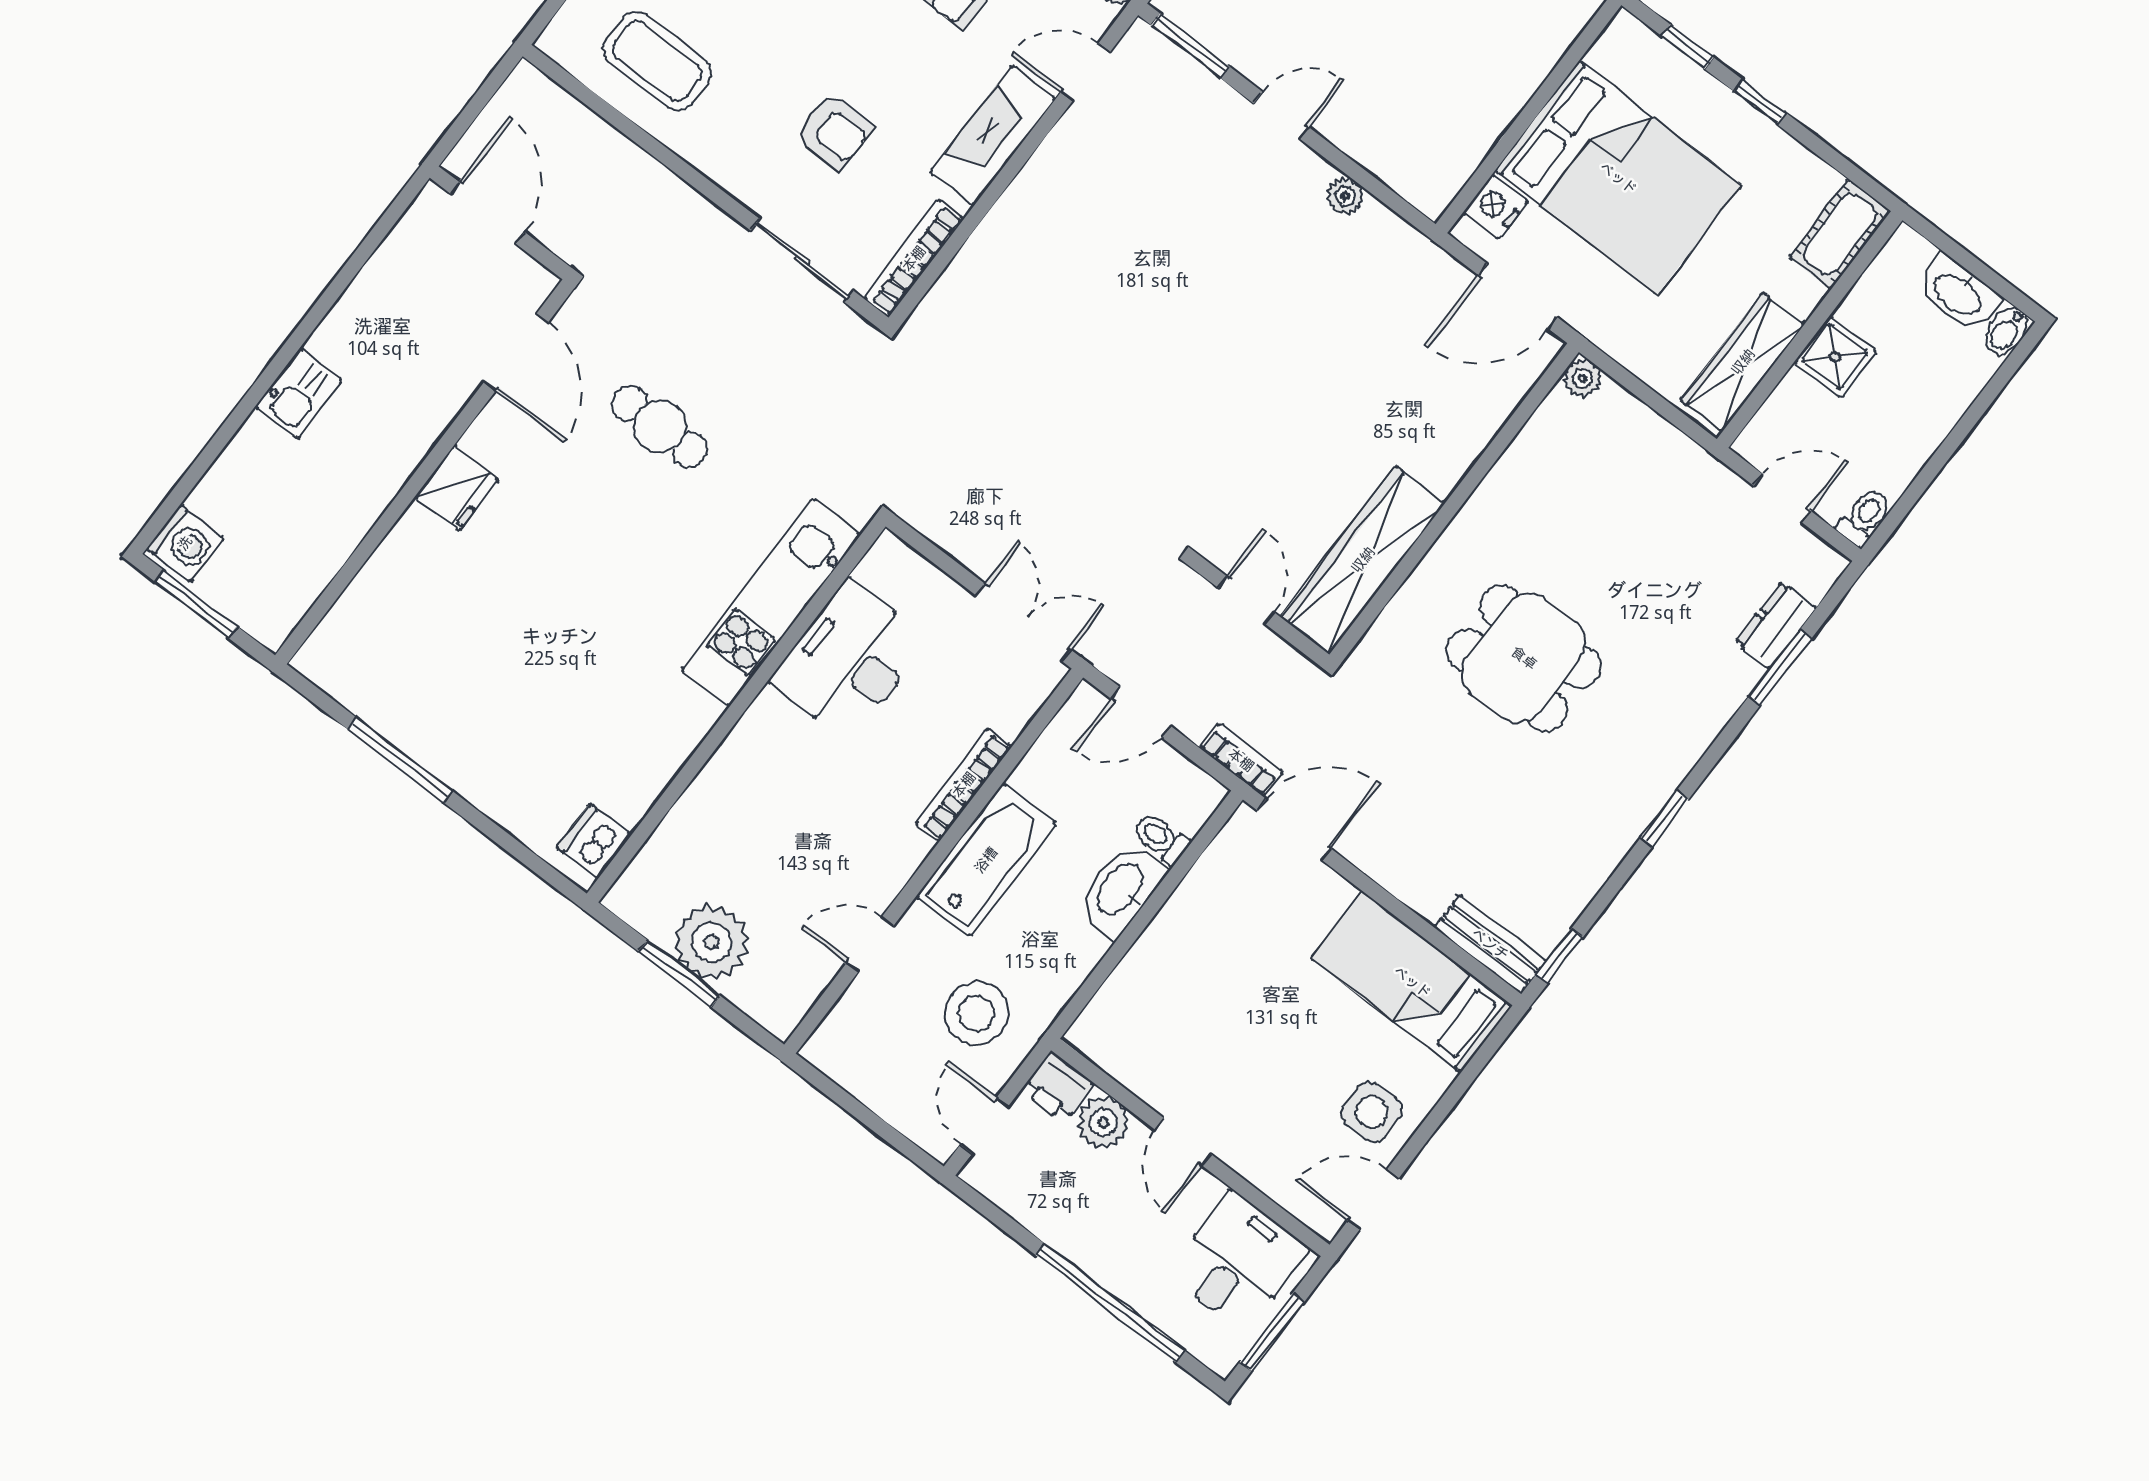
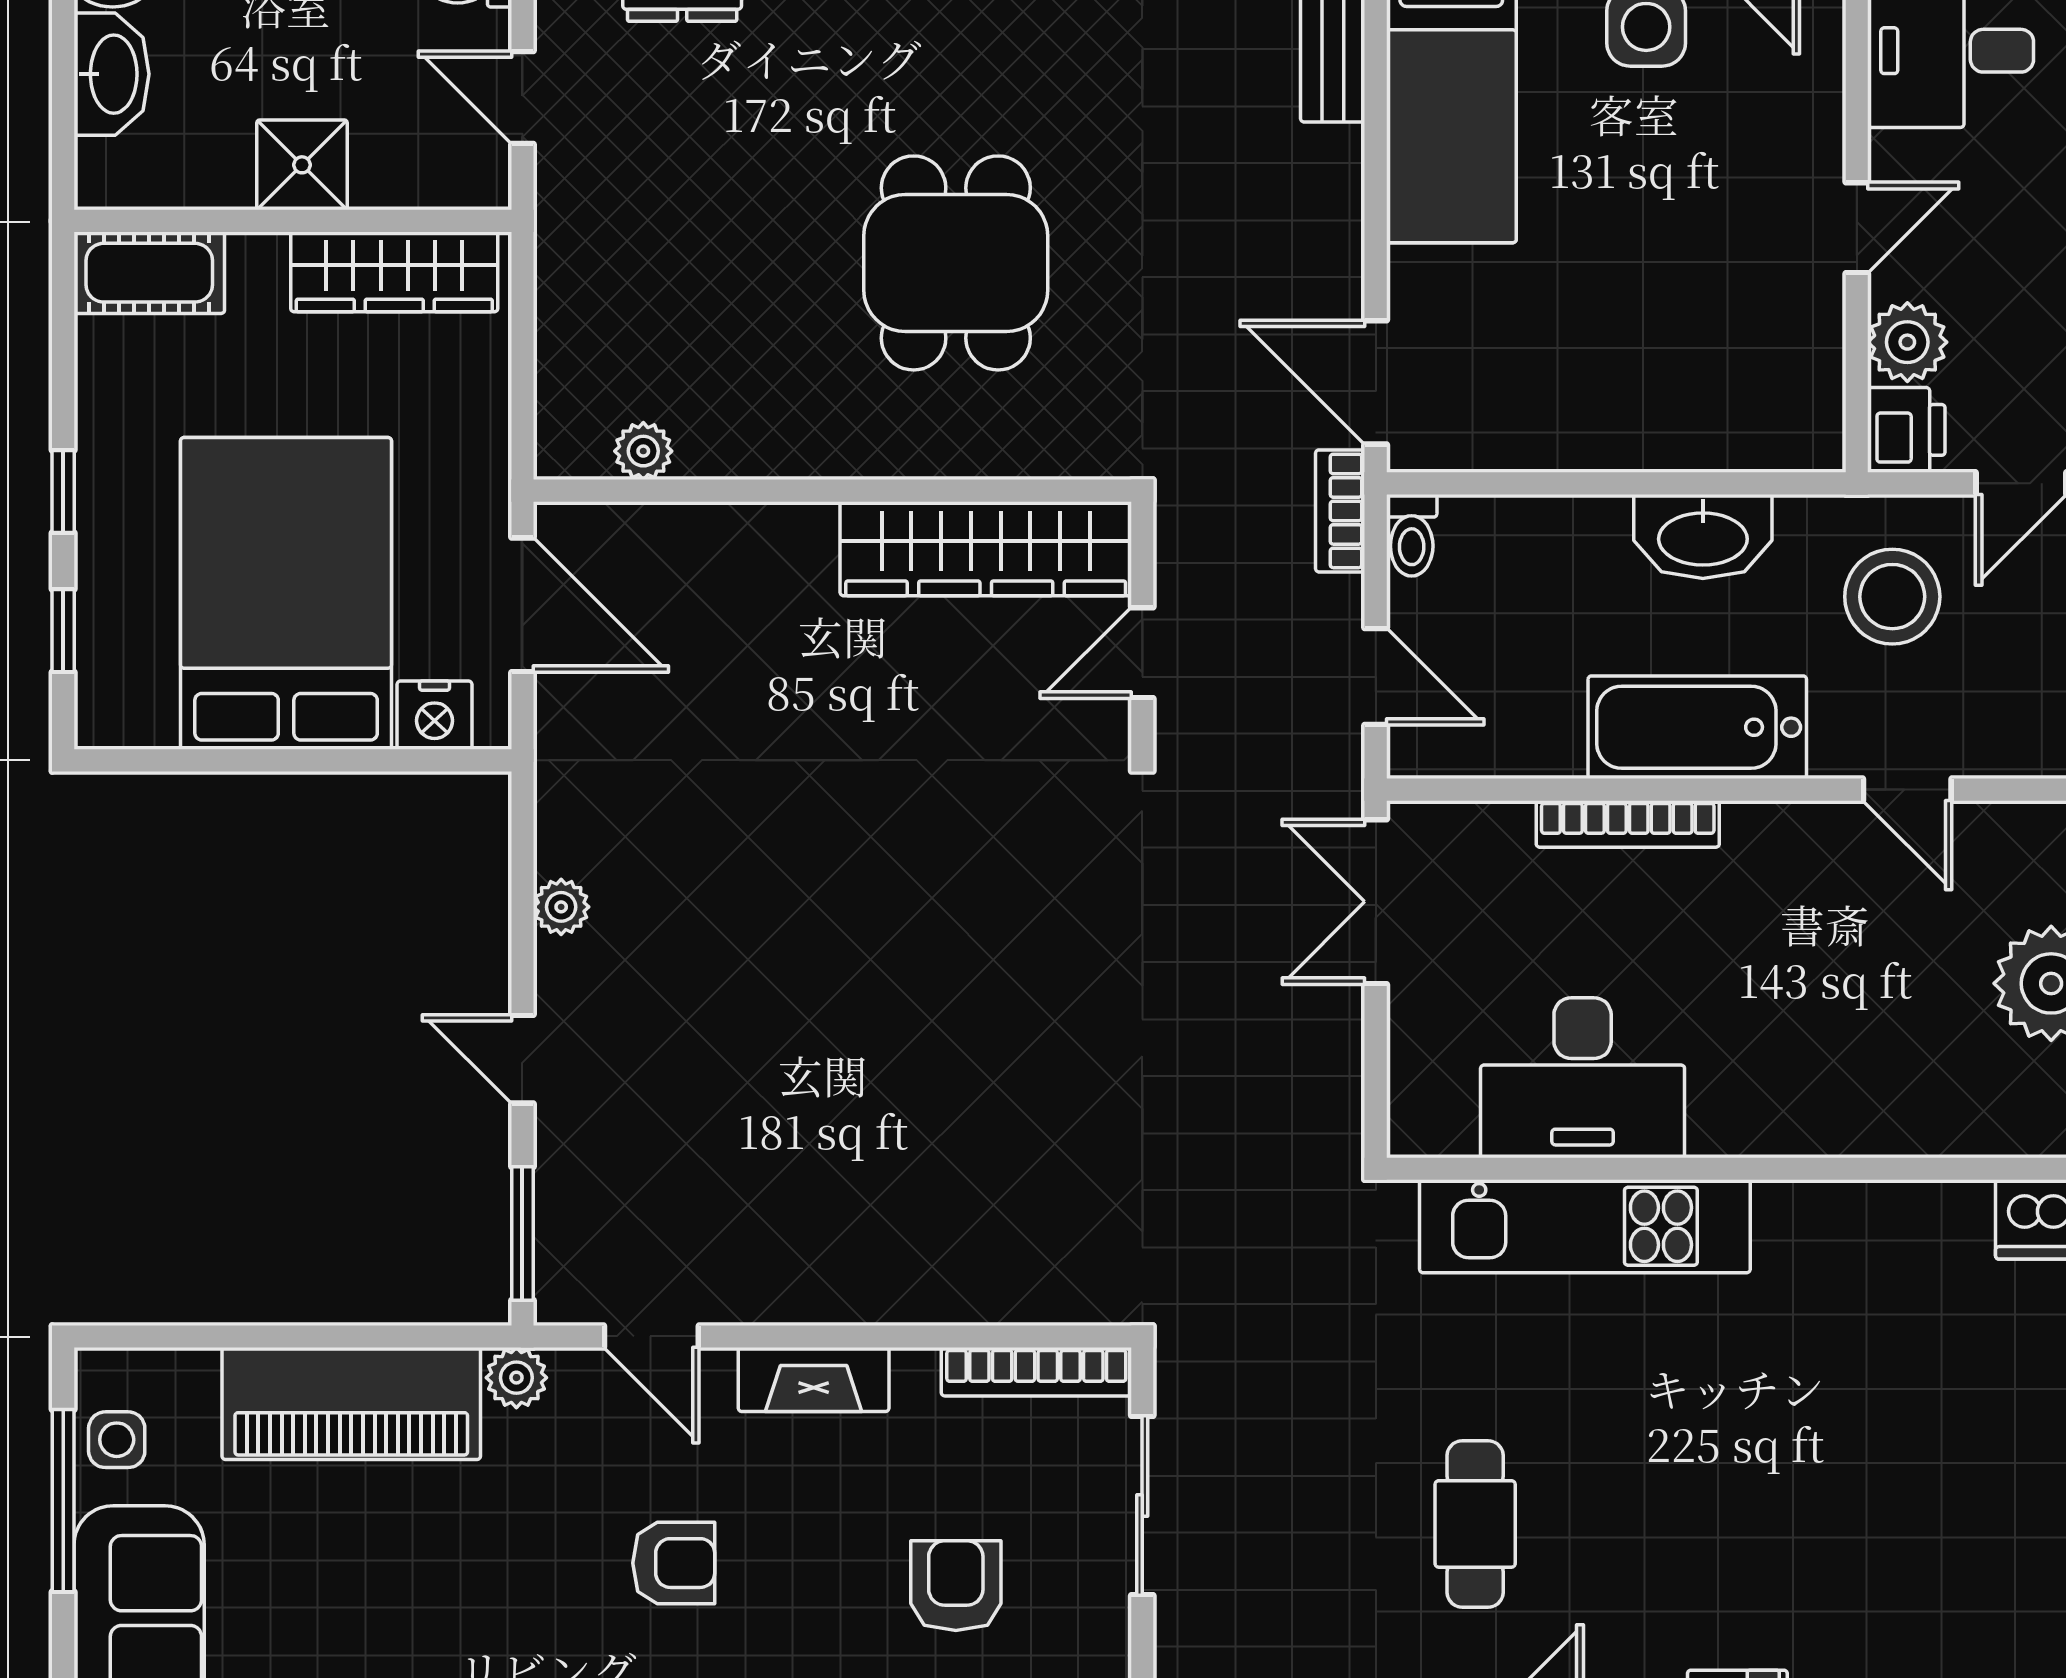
fireplace: (993, 135) -> (814, 1380), width x0.73, depth x0.76
plant: (1582, 378) -> (643, 451), moved
toilet: (1161, 838) -> (1412, 535), moved
washbasin: (1121, 890) -> (1703, 536), moved

